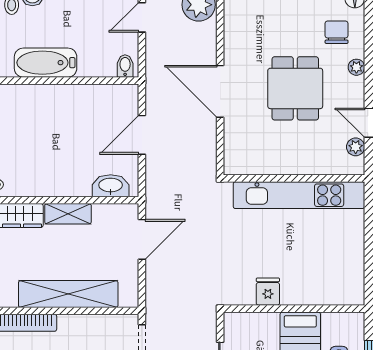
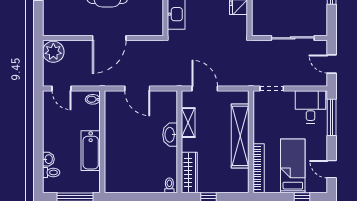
washbasin: (111, 186) -> (170, 135), moved
shelving: (68, 214) -> (188, 123), moved

